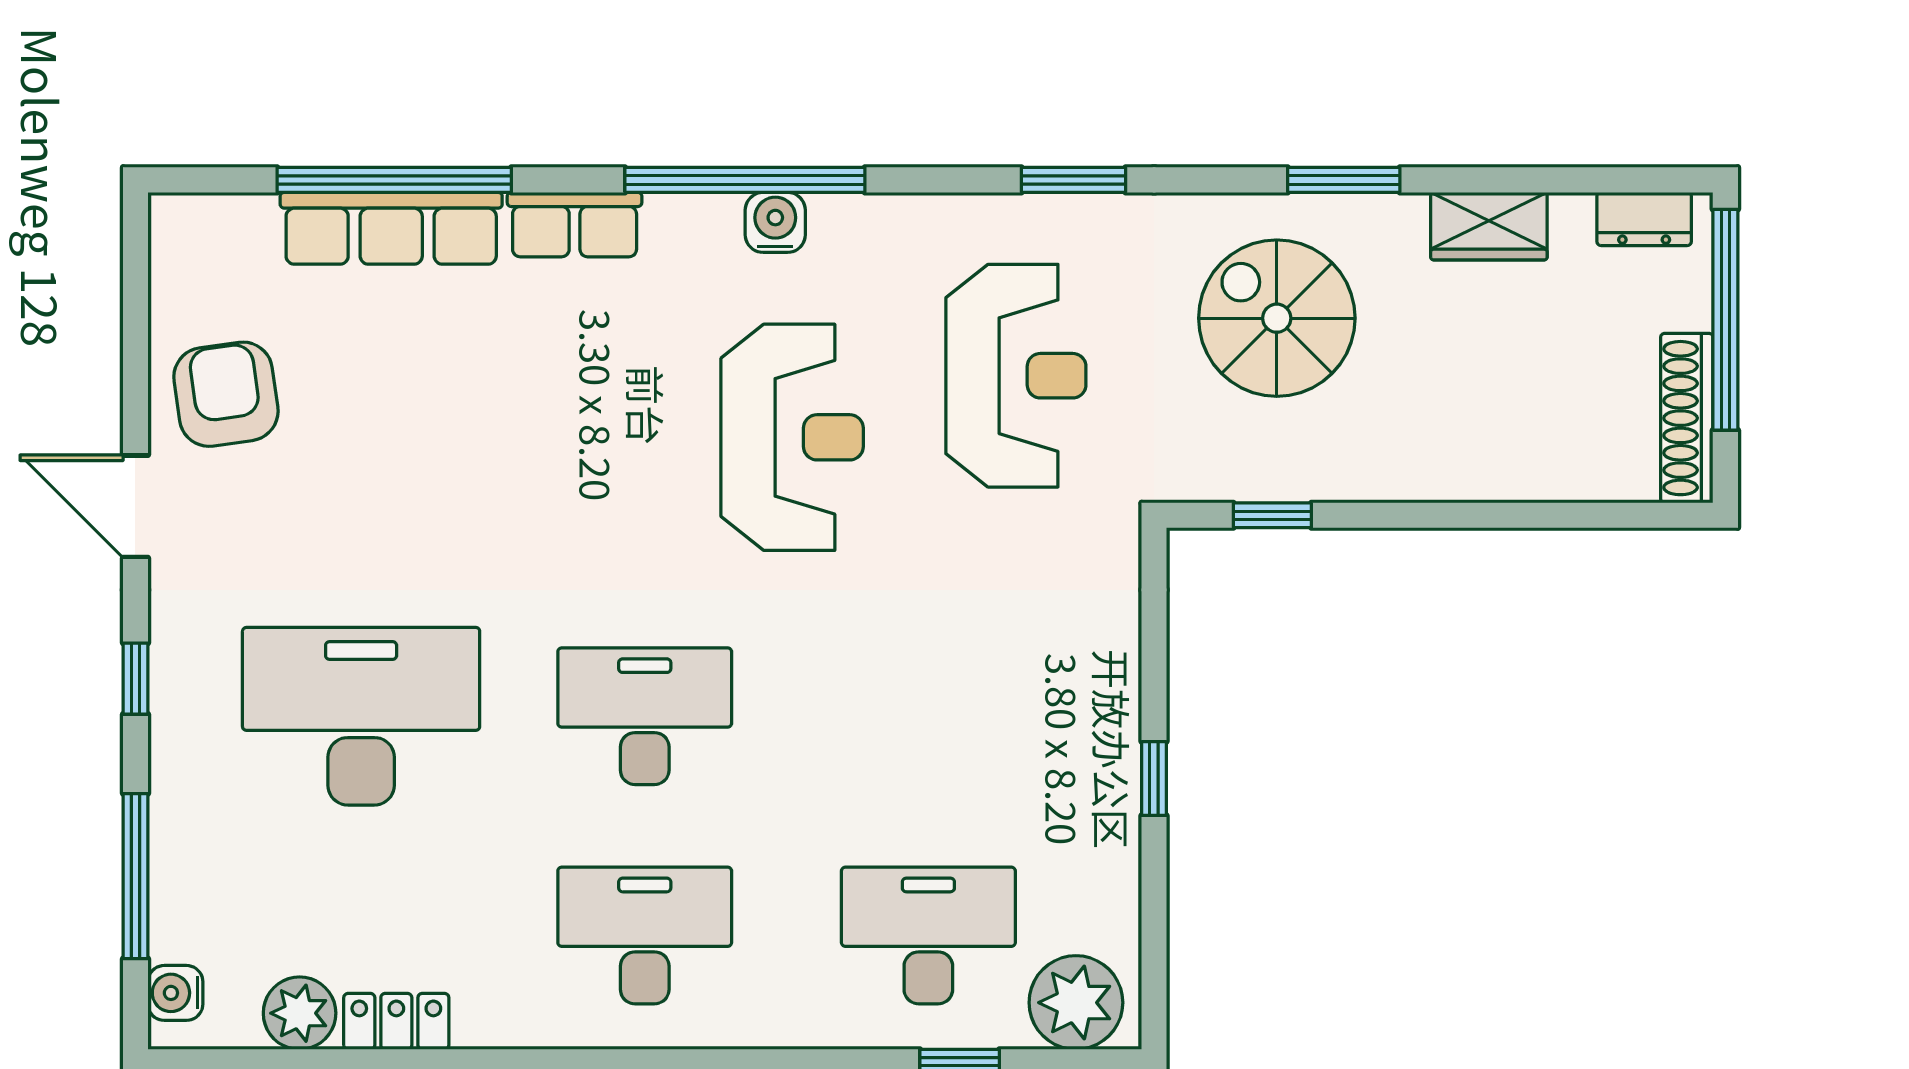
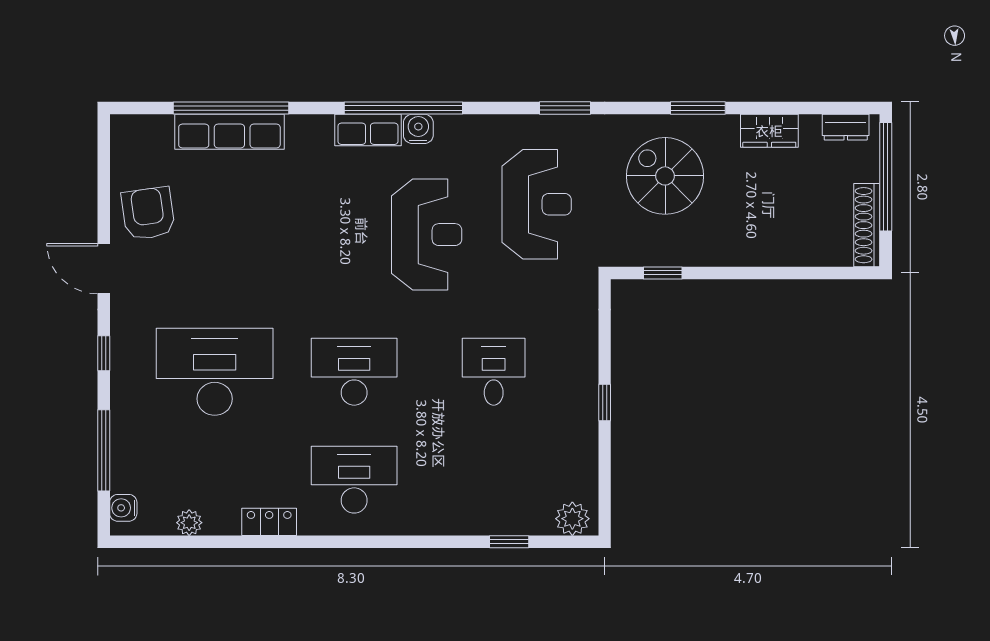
row of seats: (575, 225) -> (368, 130), moved
desk: (928, 935) -> (494, 372), moved, width x0.73
plant: (1076, 1003) -> (572, 519), width x0.73, depth x0.73
plant: (300, 1013) -> (189, 523), width x0.73, depth x0.73
locker: (396, 1021) -> (269, 522), moved

